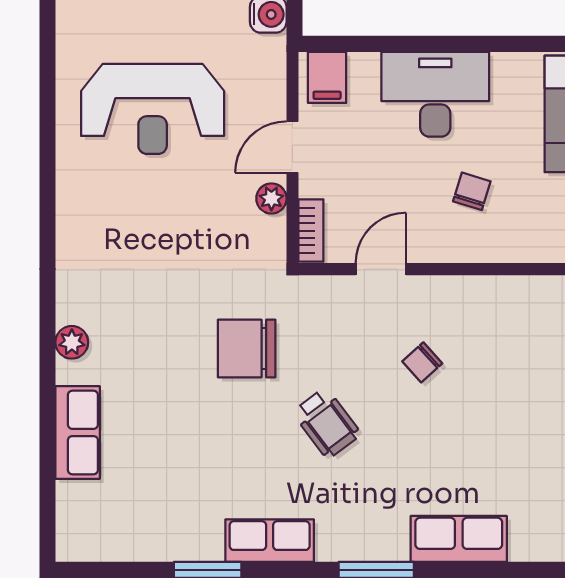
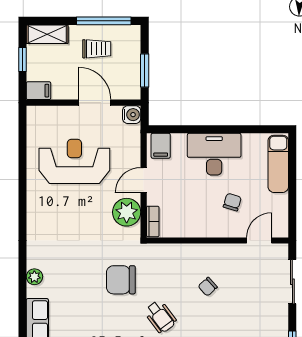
reception desk: (153, 109) -> (74, 161), turned 180
plant: (271, 198) -> (127, 212), width x1.88, depth x1.88
door: (381, 269) -> (259, 241), moved

